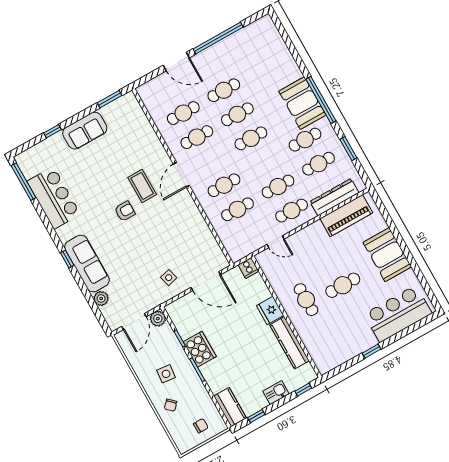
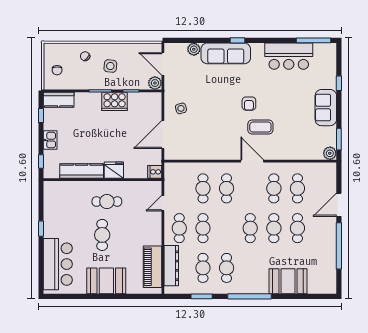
plant: (129, 100) -> (330, 153), added
booth: (302, 103) -> (288, 281), moved

